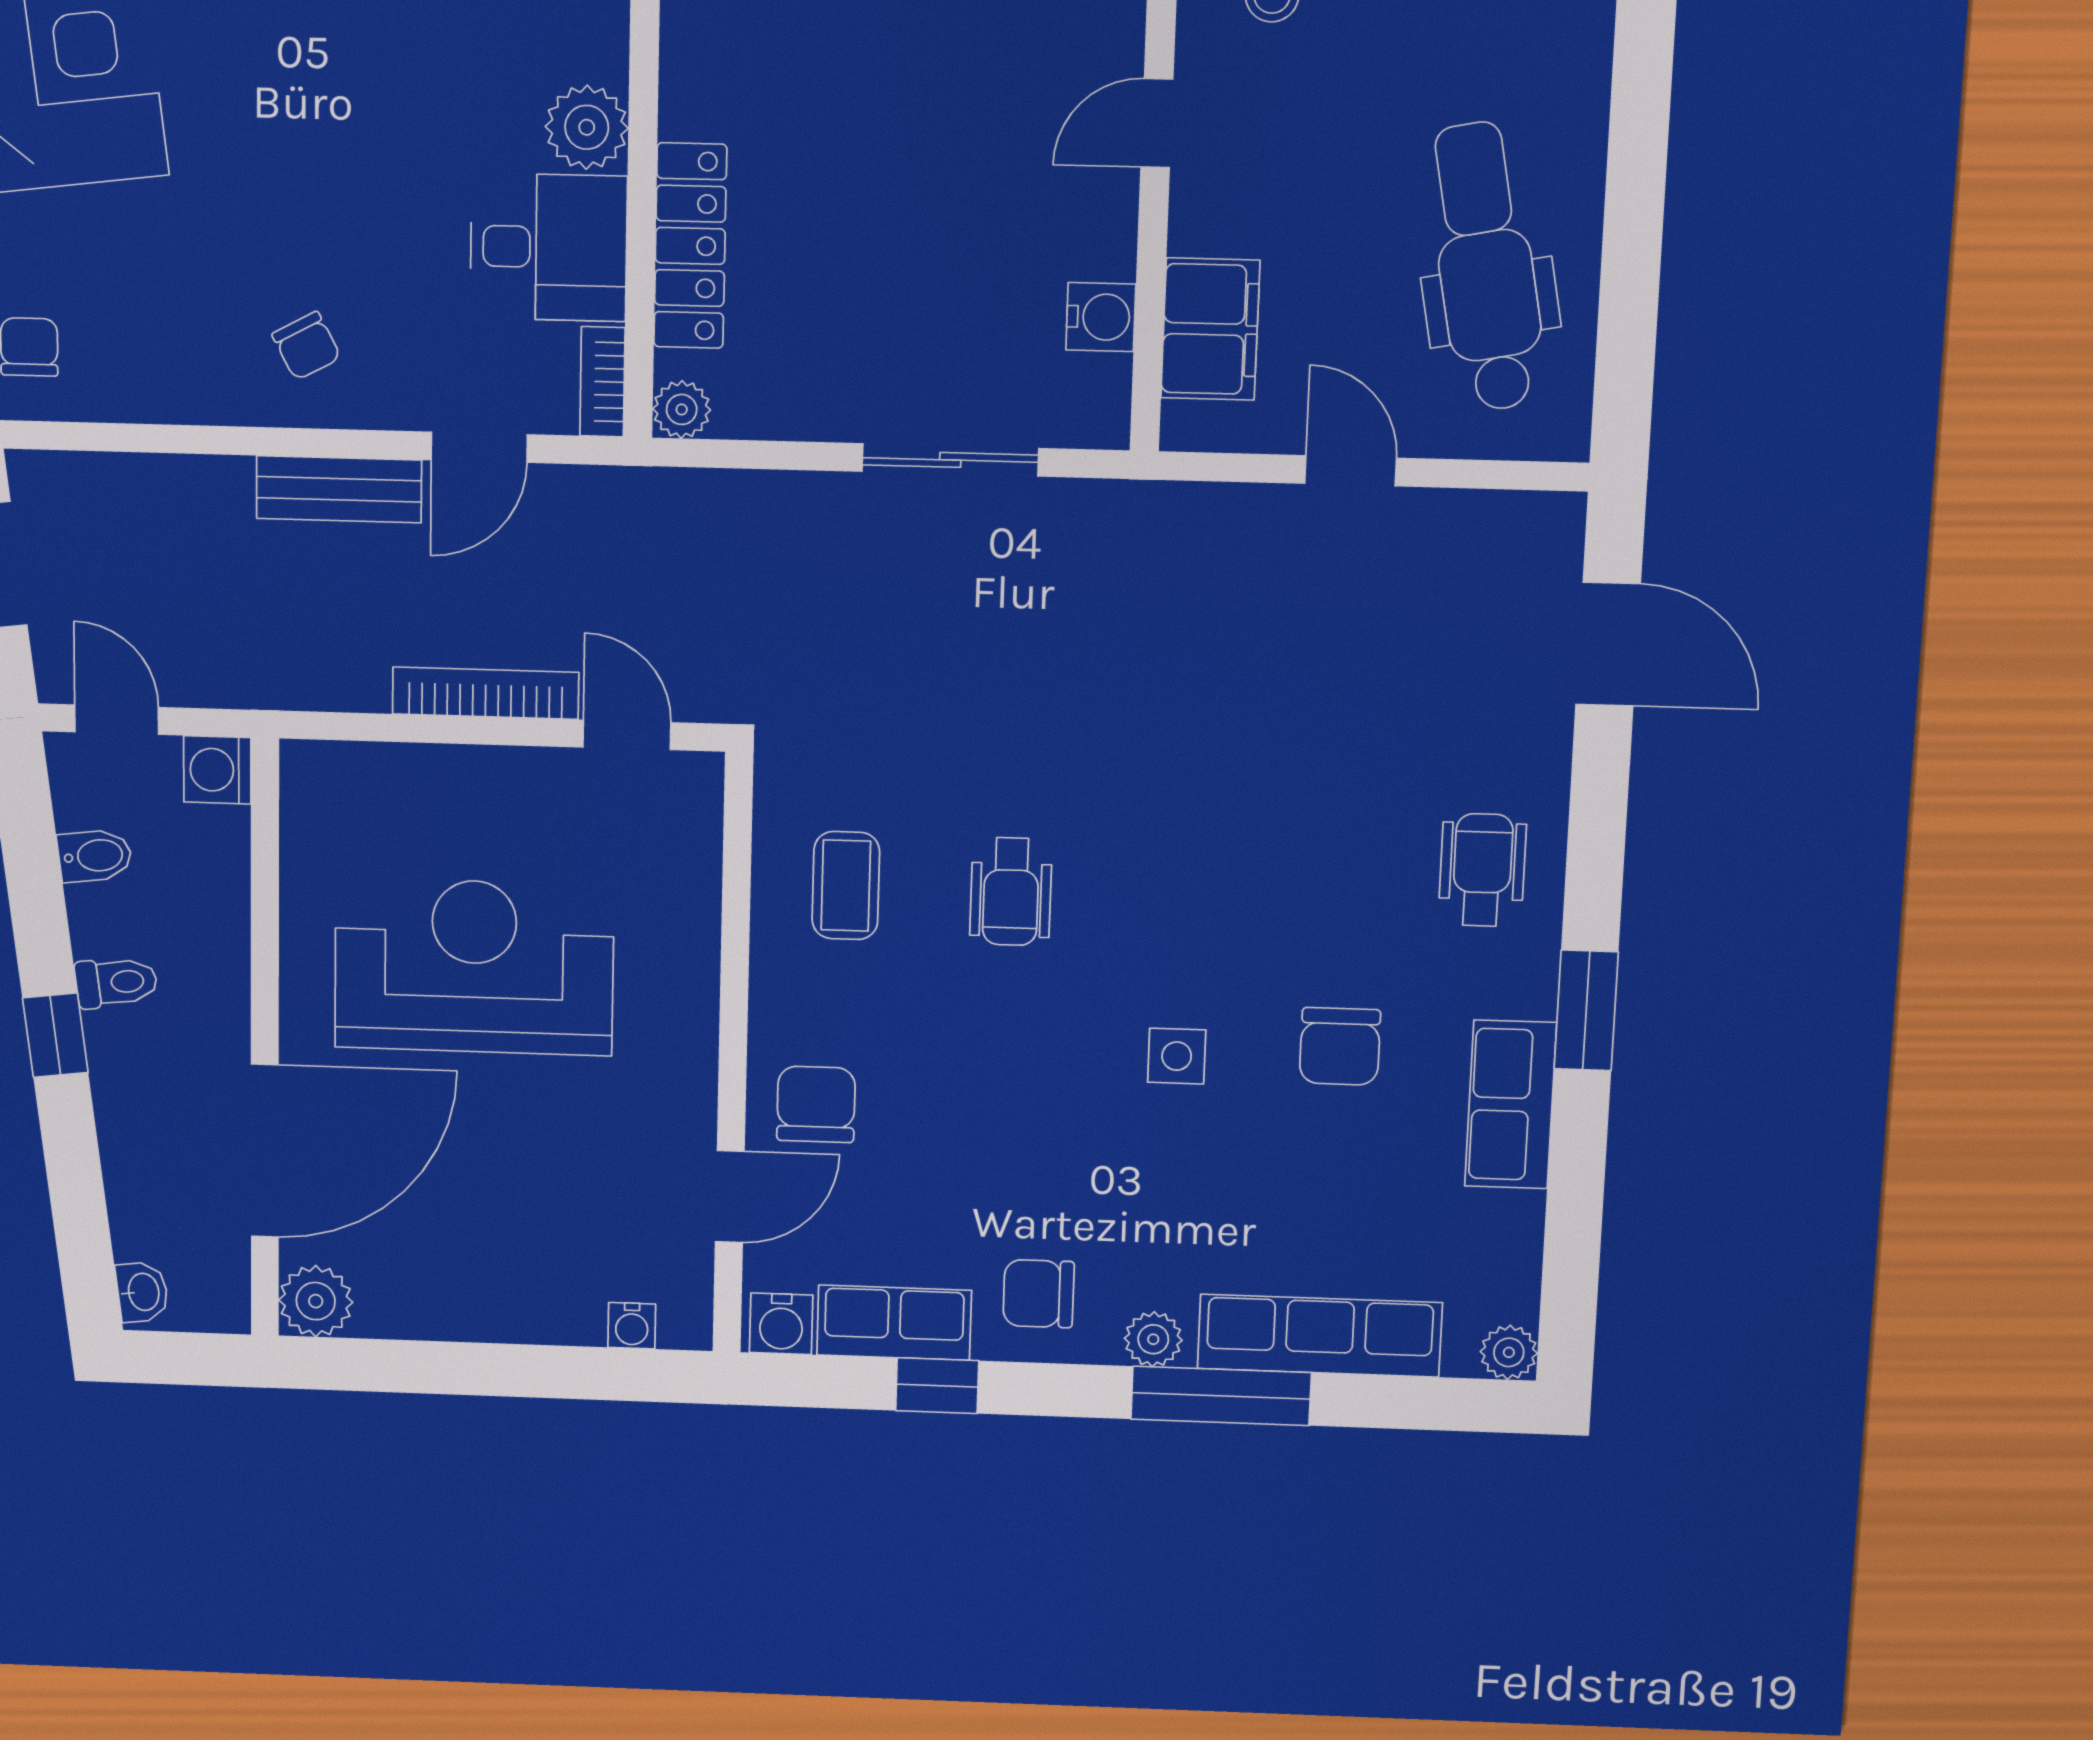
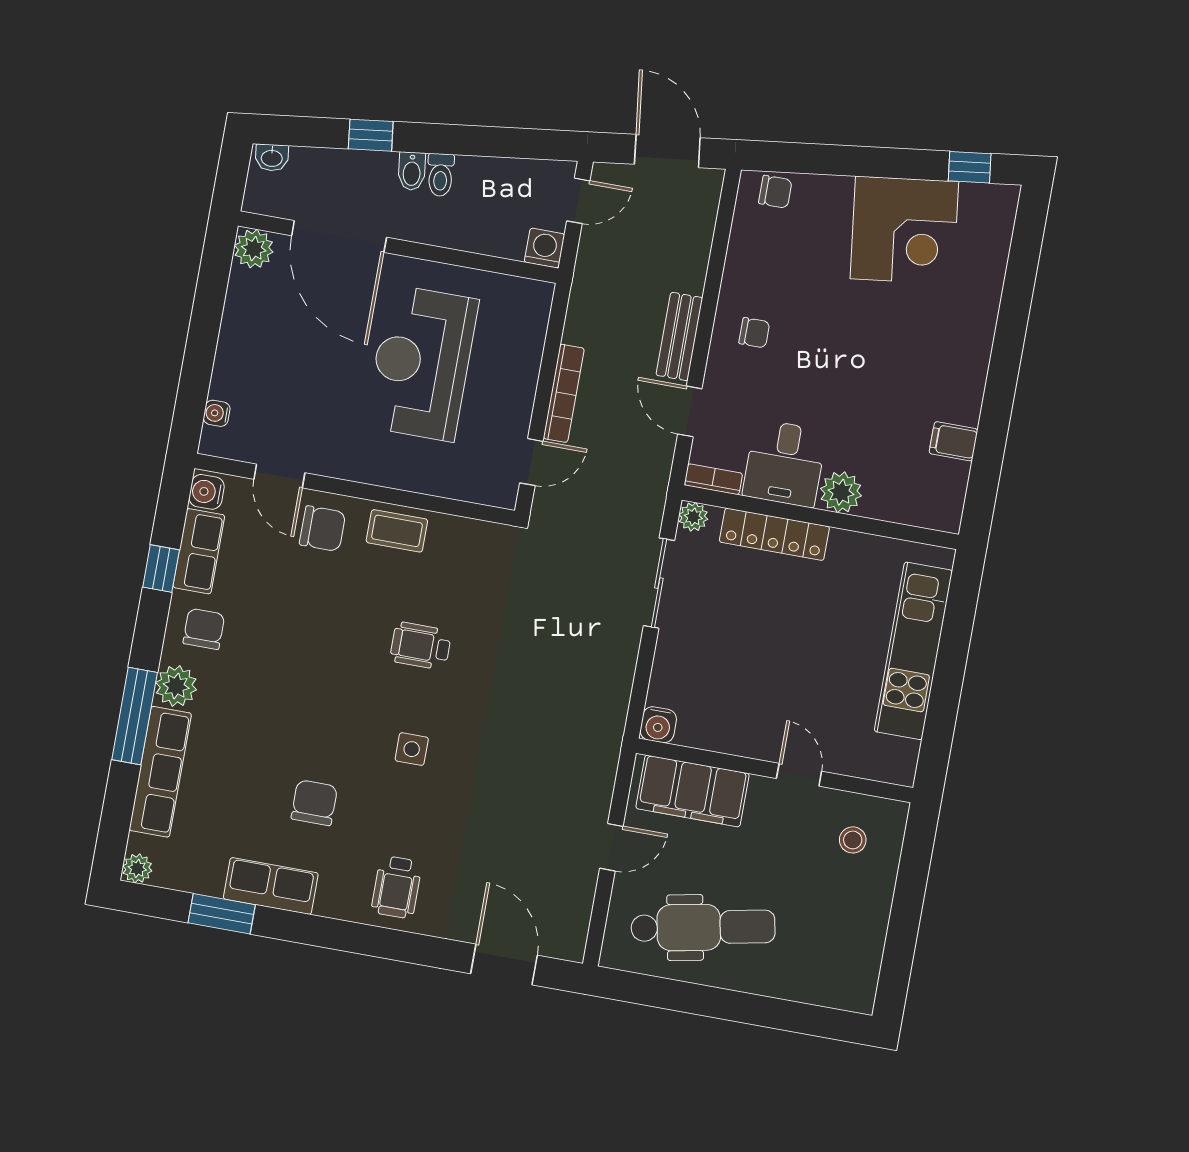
water cooler: (1101, 317) -> (658, 725), moved
filing cabinet: (1210, 329) -> (692, 791), width x1.50, depth x1.17
chair: (306, 346) -> (754, 333), turned -152
sliding door: (950, 460) -> (659, 583), moved
door: (1608, 644) -> (504, 965), swing flipped
bidet: (95, 856) -> (412, 171), moved
wheelchair: (1482, 870) -> (397, 887), turned 90
coffee table: (846, 886) -> (397, 531), moved
reception desk: (474, 967) -> (422, 363), turned 180
window: (1586, 1010) -> (222, 914), moved
window: (55, 1035) -> (371, 135), moved
chair: (1340, 1046) -> (314, 803), turned 90
side table: (1177, 1056) -> (412, 749), moved
plant: (1153, 1339) -> (176, 686), width x1.38, depth x1.38

